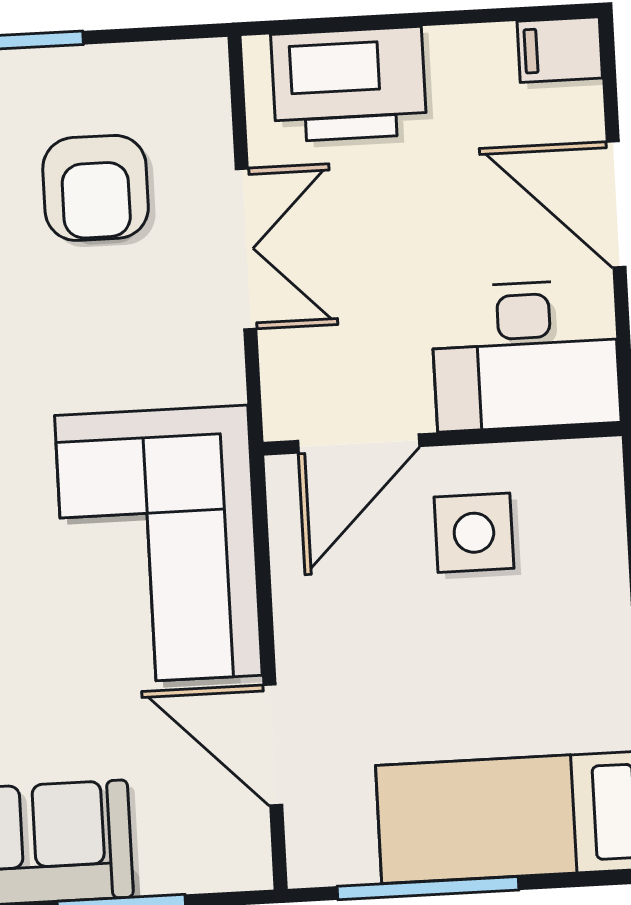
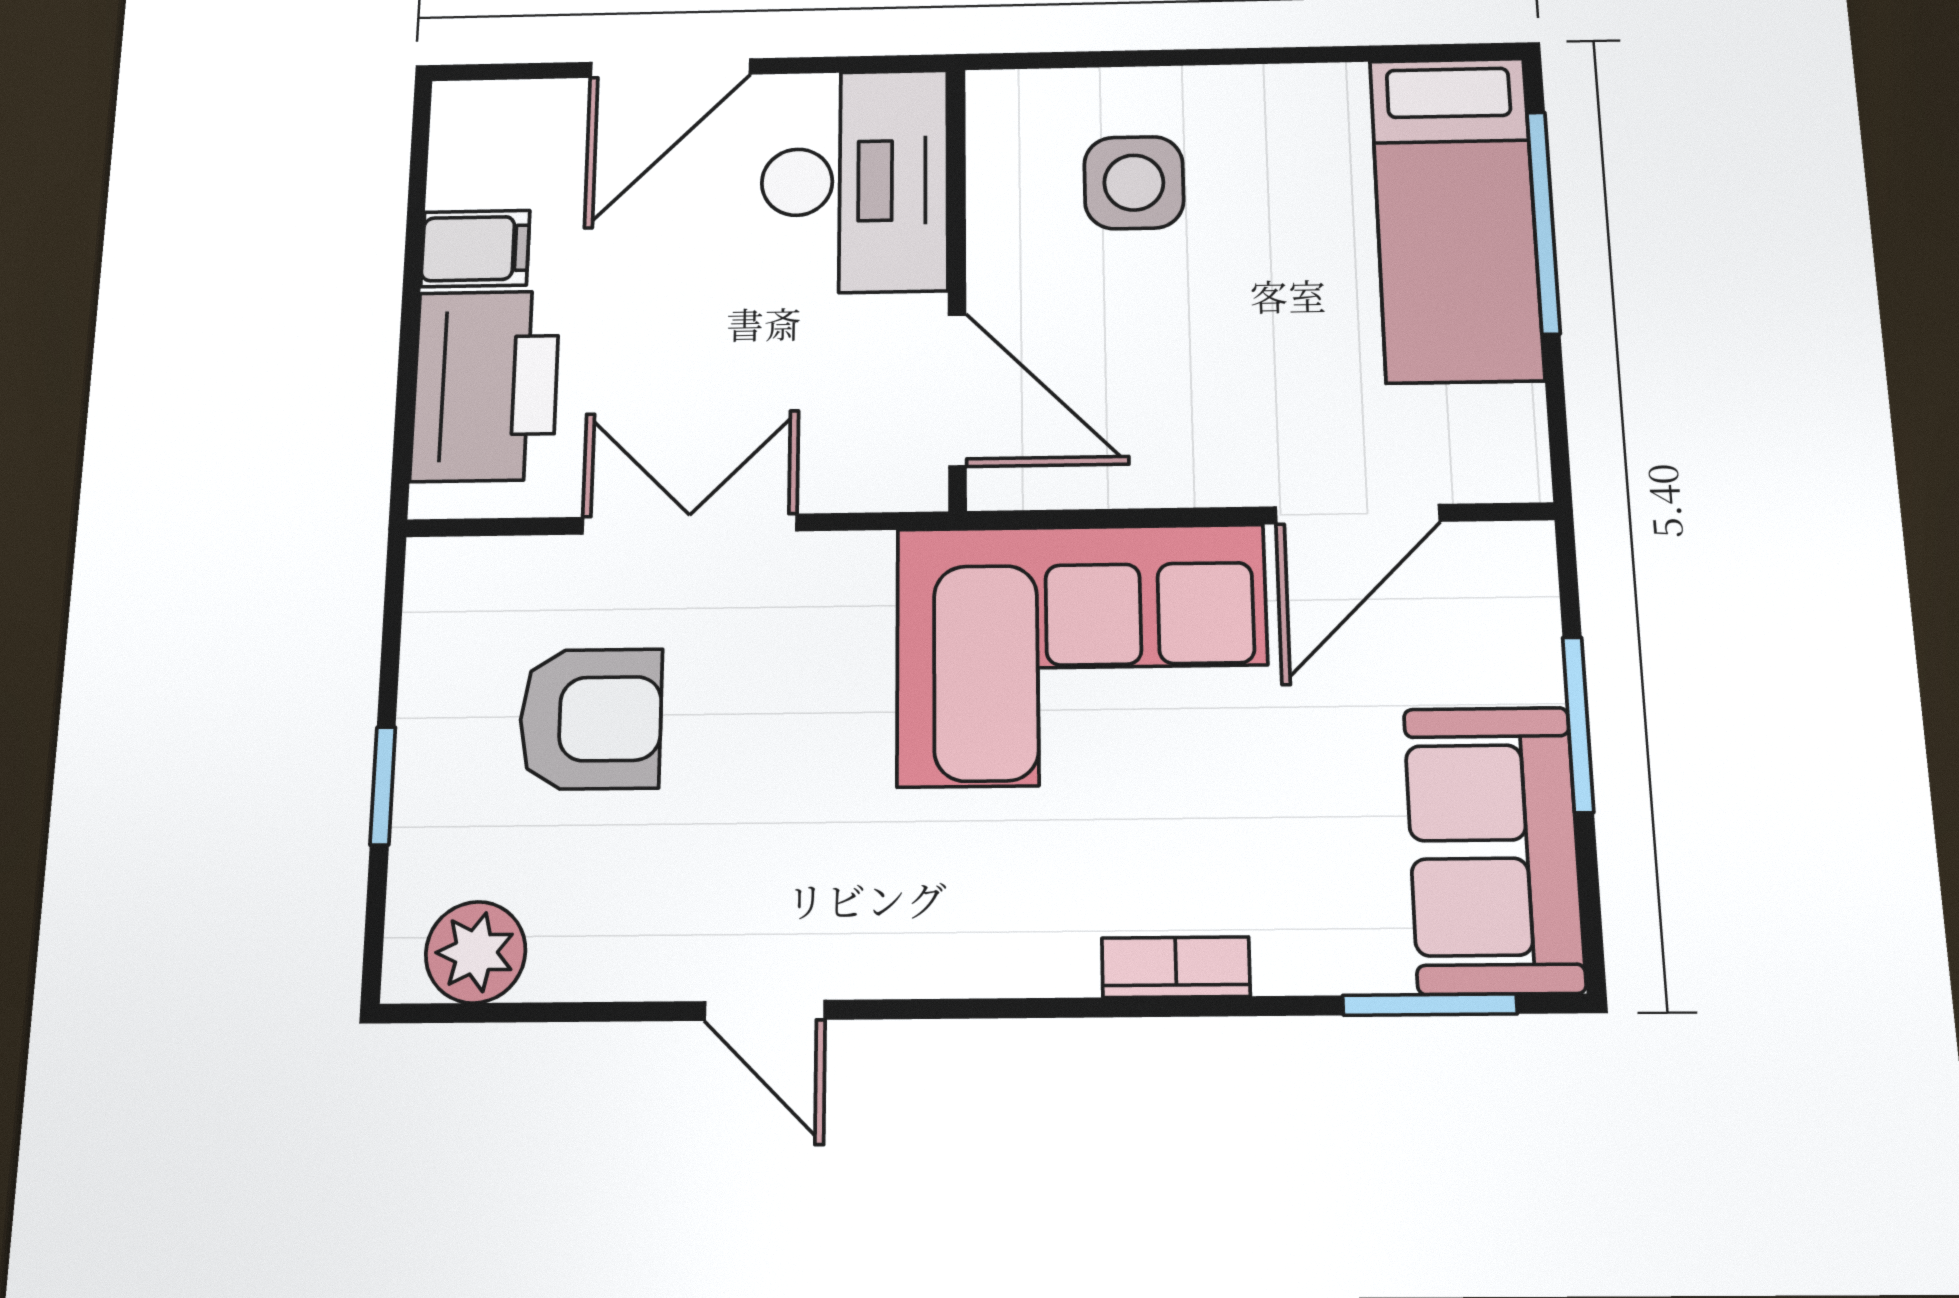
filing cabinet: (560, 50) -> (475, 249), moved, turned -90
side table: (474, 533) -> (1134, 183), moved
window: (428, 888) -> (1543, 222), moved

